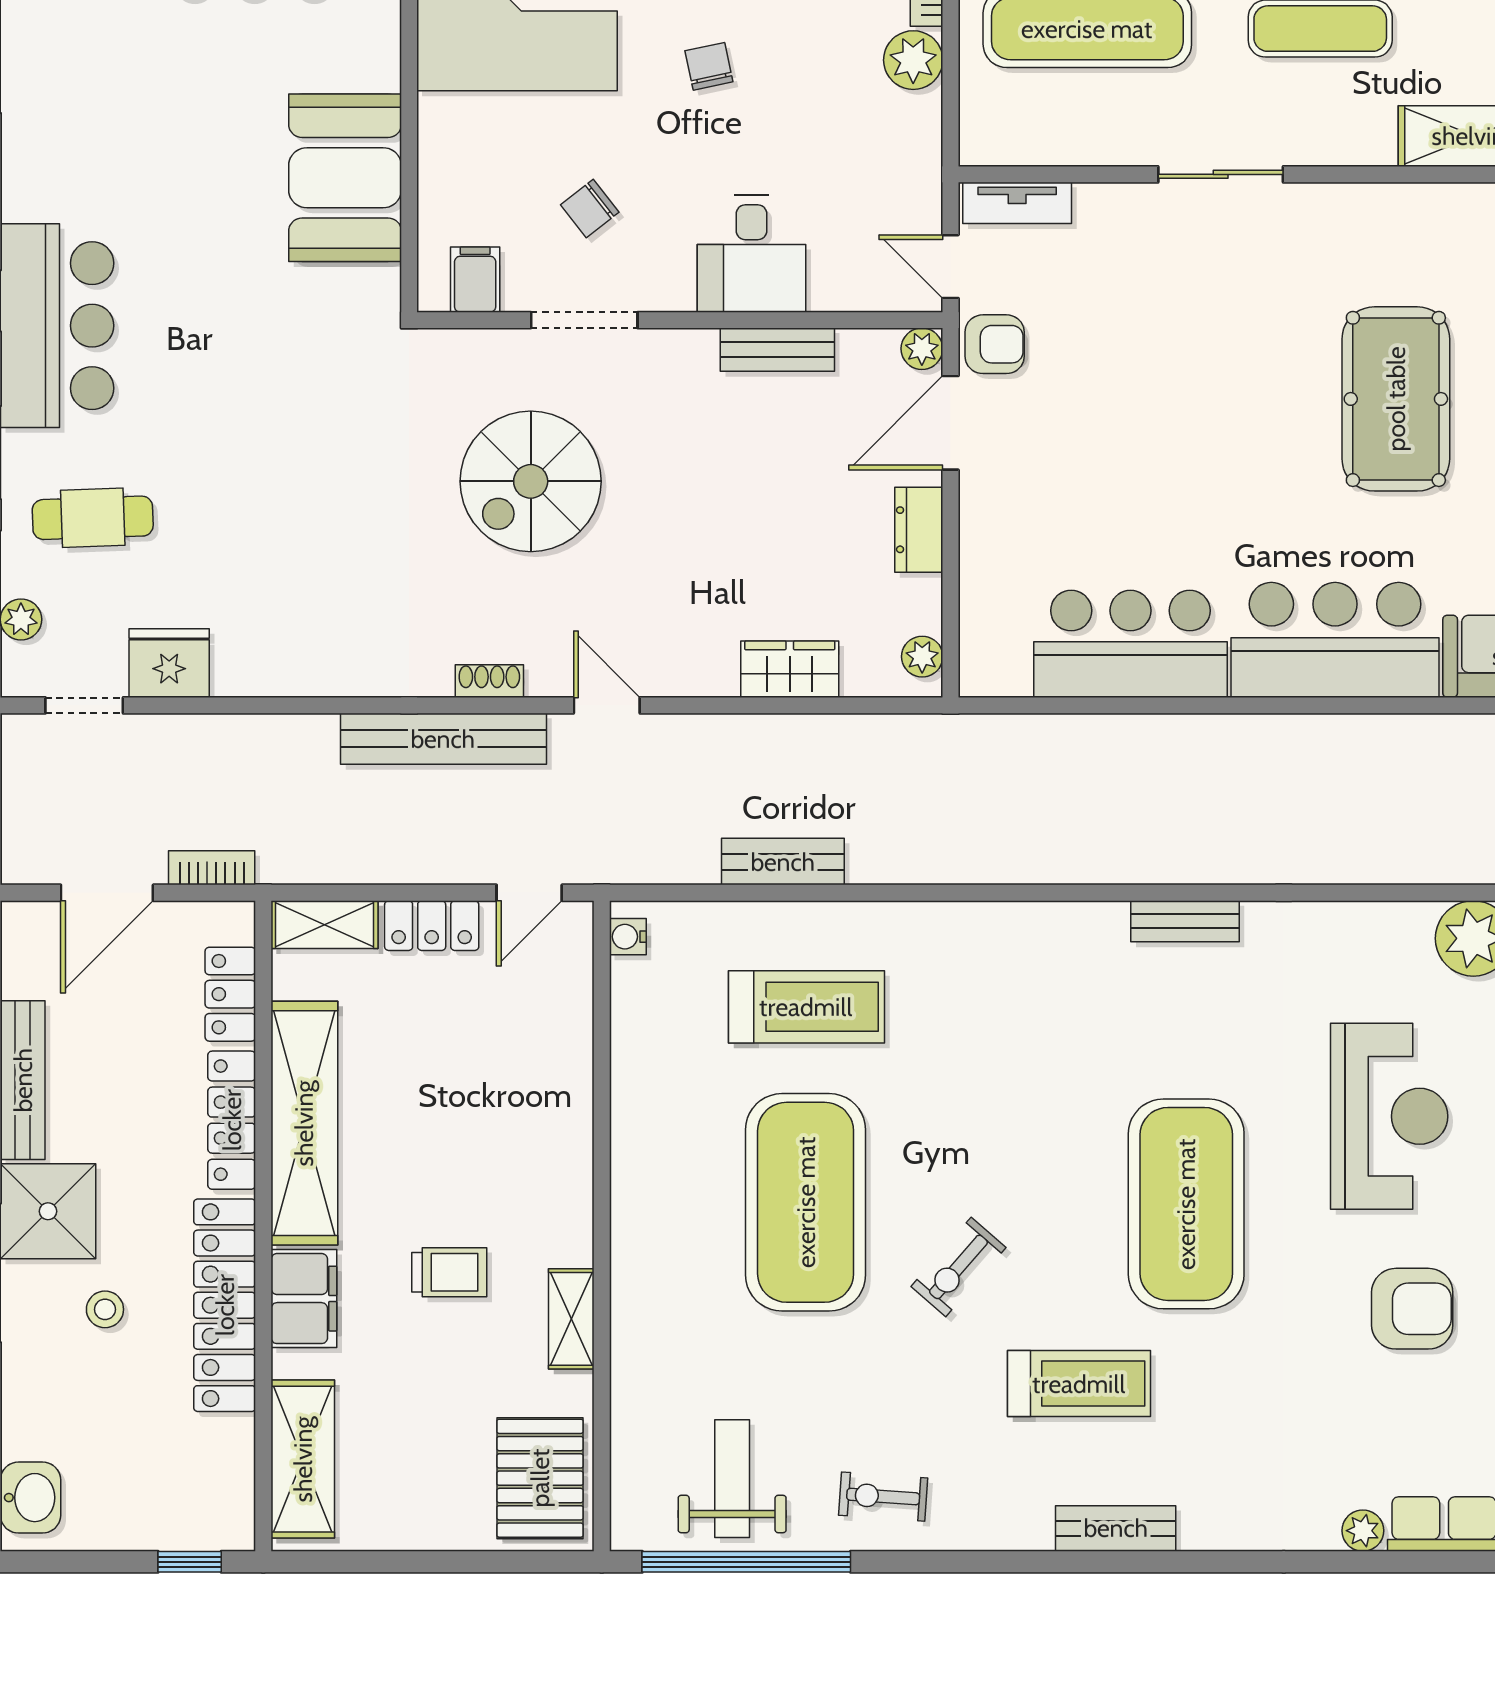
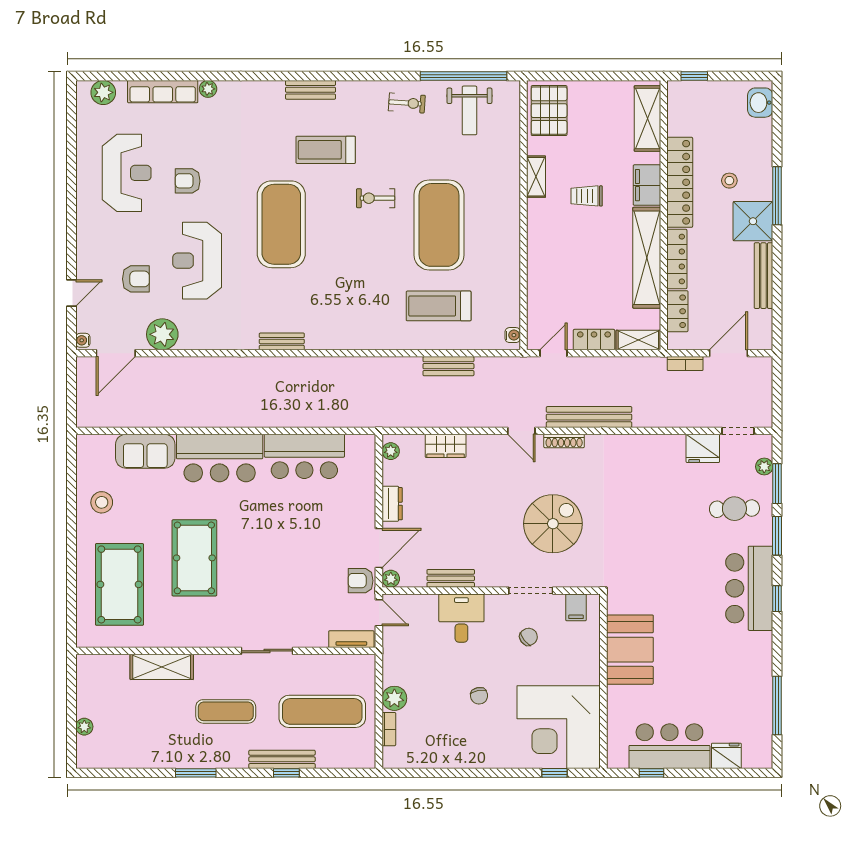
shoe rack: (489, 681) -> (564, 441), width x1.43
exercise bike: (958, 1267) -> (376, 198), turned -131
armchair: (1412, 1309) -> (188, 181), width x0.72, depth x0.72

